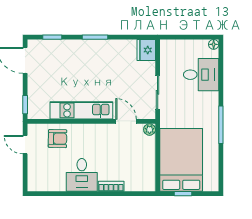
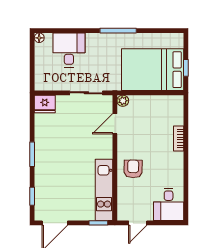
kitchen unit: (81, 110) -> (104, 190), moved
armchair: (58, 139) -> (133, 169), moved
desk: (82, 175) -> (169, 204), moved, turned 90

